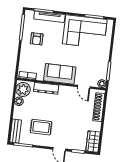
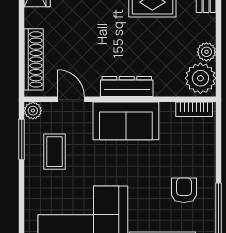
coffee table: (94, 64) -> (54, 152), added
dresser: (46, 88) -> (127, 86), moved

